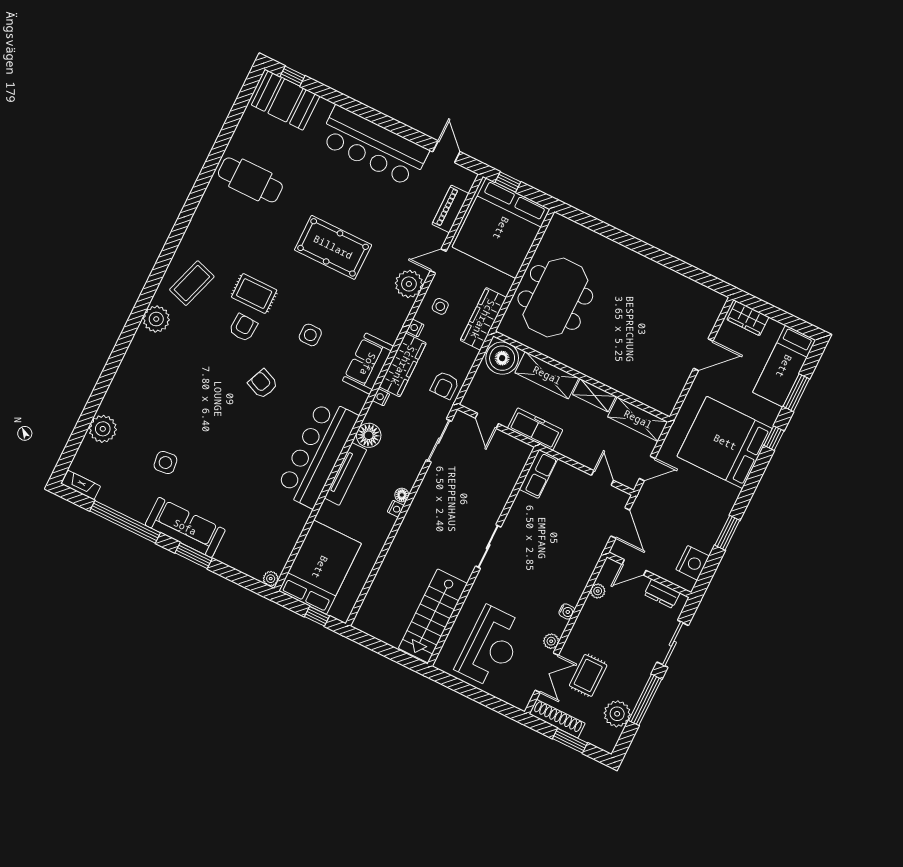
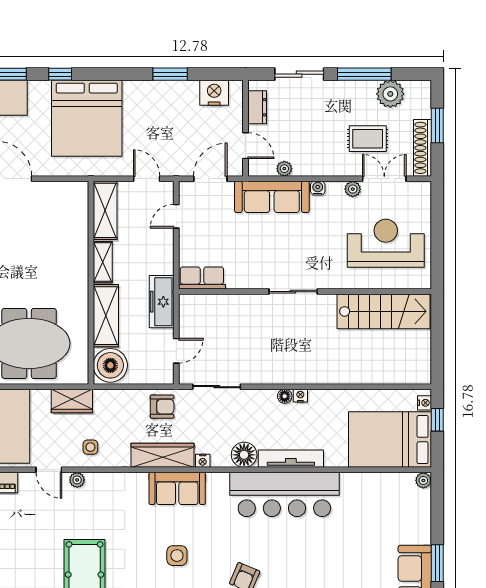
plant: (409, 284) -> (77, 480), width x0.53, depth x0.53
wardrobe: (483, 319) -> (72, 401), width x0.67
nightstand: (415, 328) -> (424, 403), moved, turned -90
sofa: (579, 568) -> (272, 197), added

